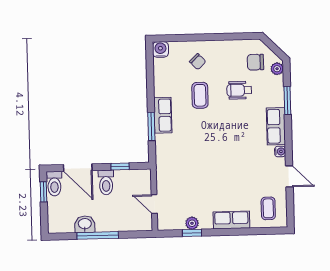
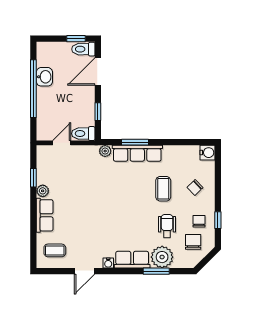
window: (232, 37) -> (218, 220), added
chair: (233, 57) -> (199, 221), added
plant: (277, 69) -> (162, 257), moved, width x1.88, depth x1.88
coffee table: (200, 95) -> (163, 189), turned 90
row of seats: (163, 115) -> (137, 153), width x1.48
plant: (162, 158) -> (105, 151), added
toilet: (106, 182) -> (83, 134), moved
plant: (192, 223) -> (43, 191), moved
window: (98, 235) -> (33, 89), width x1.46

